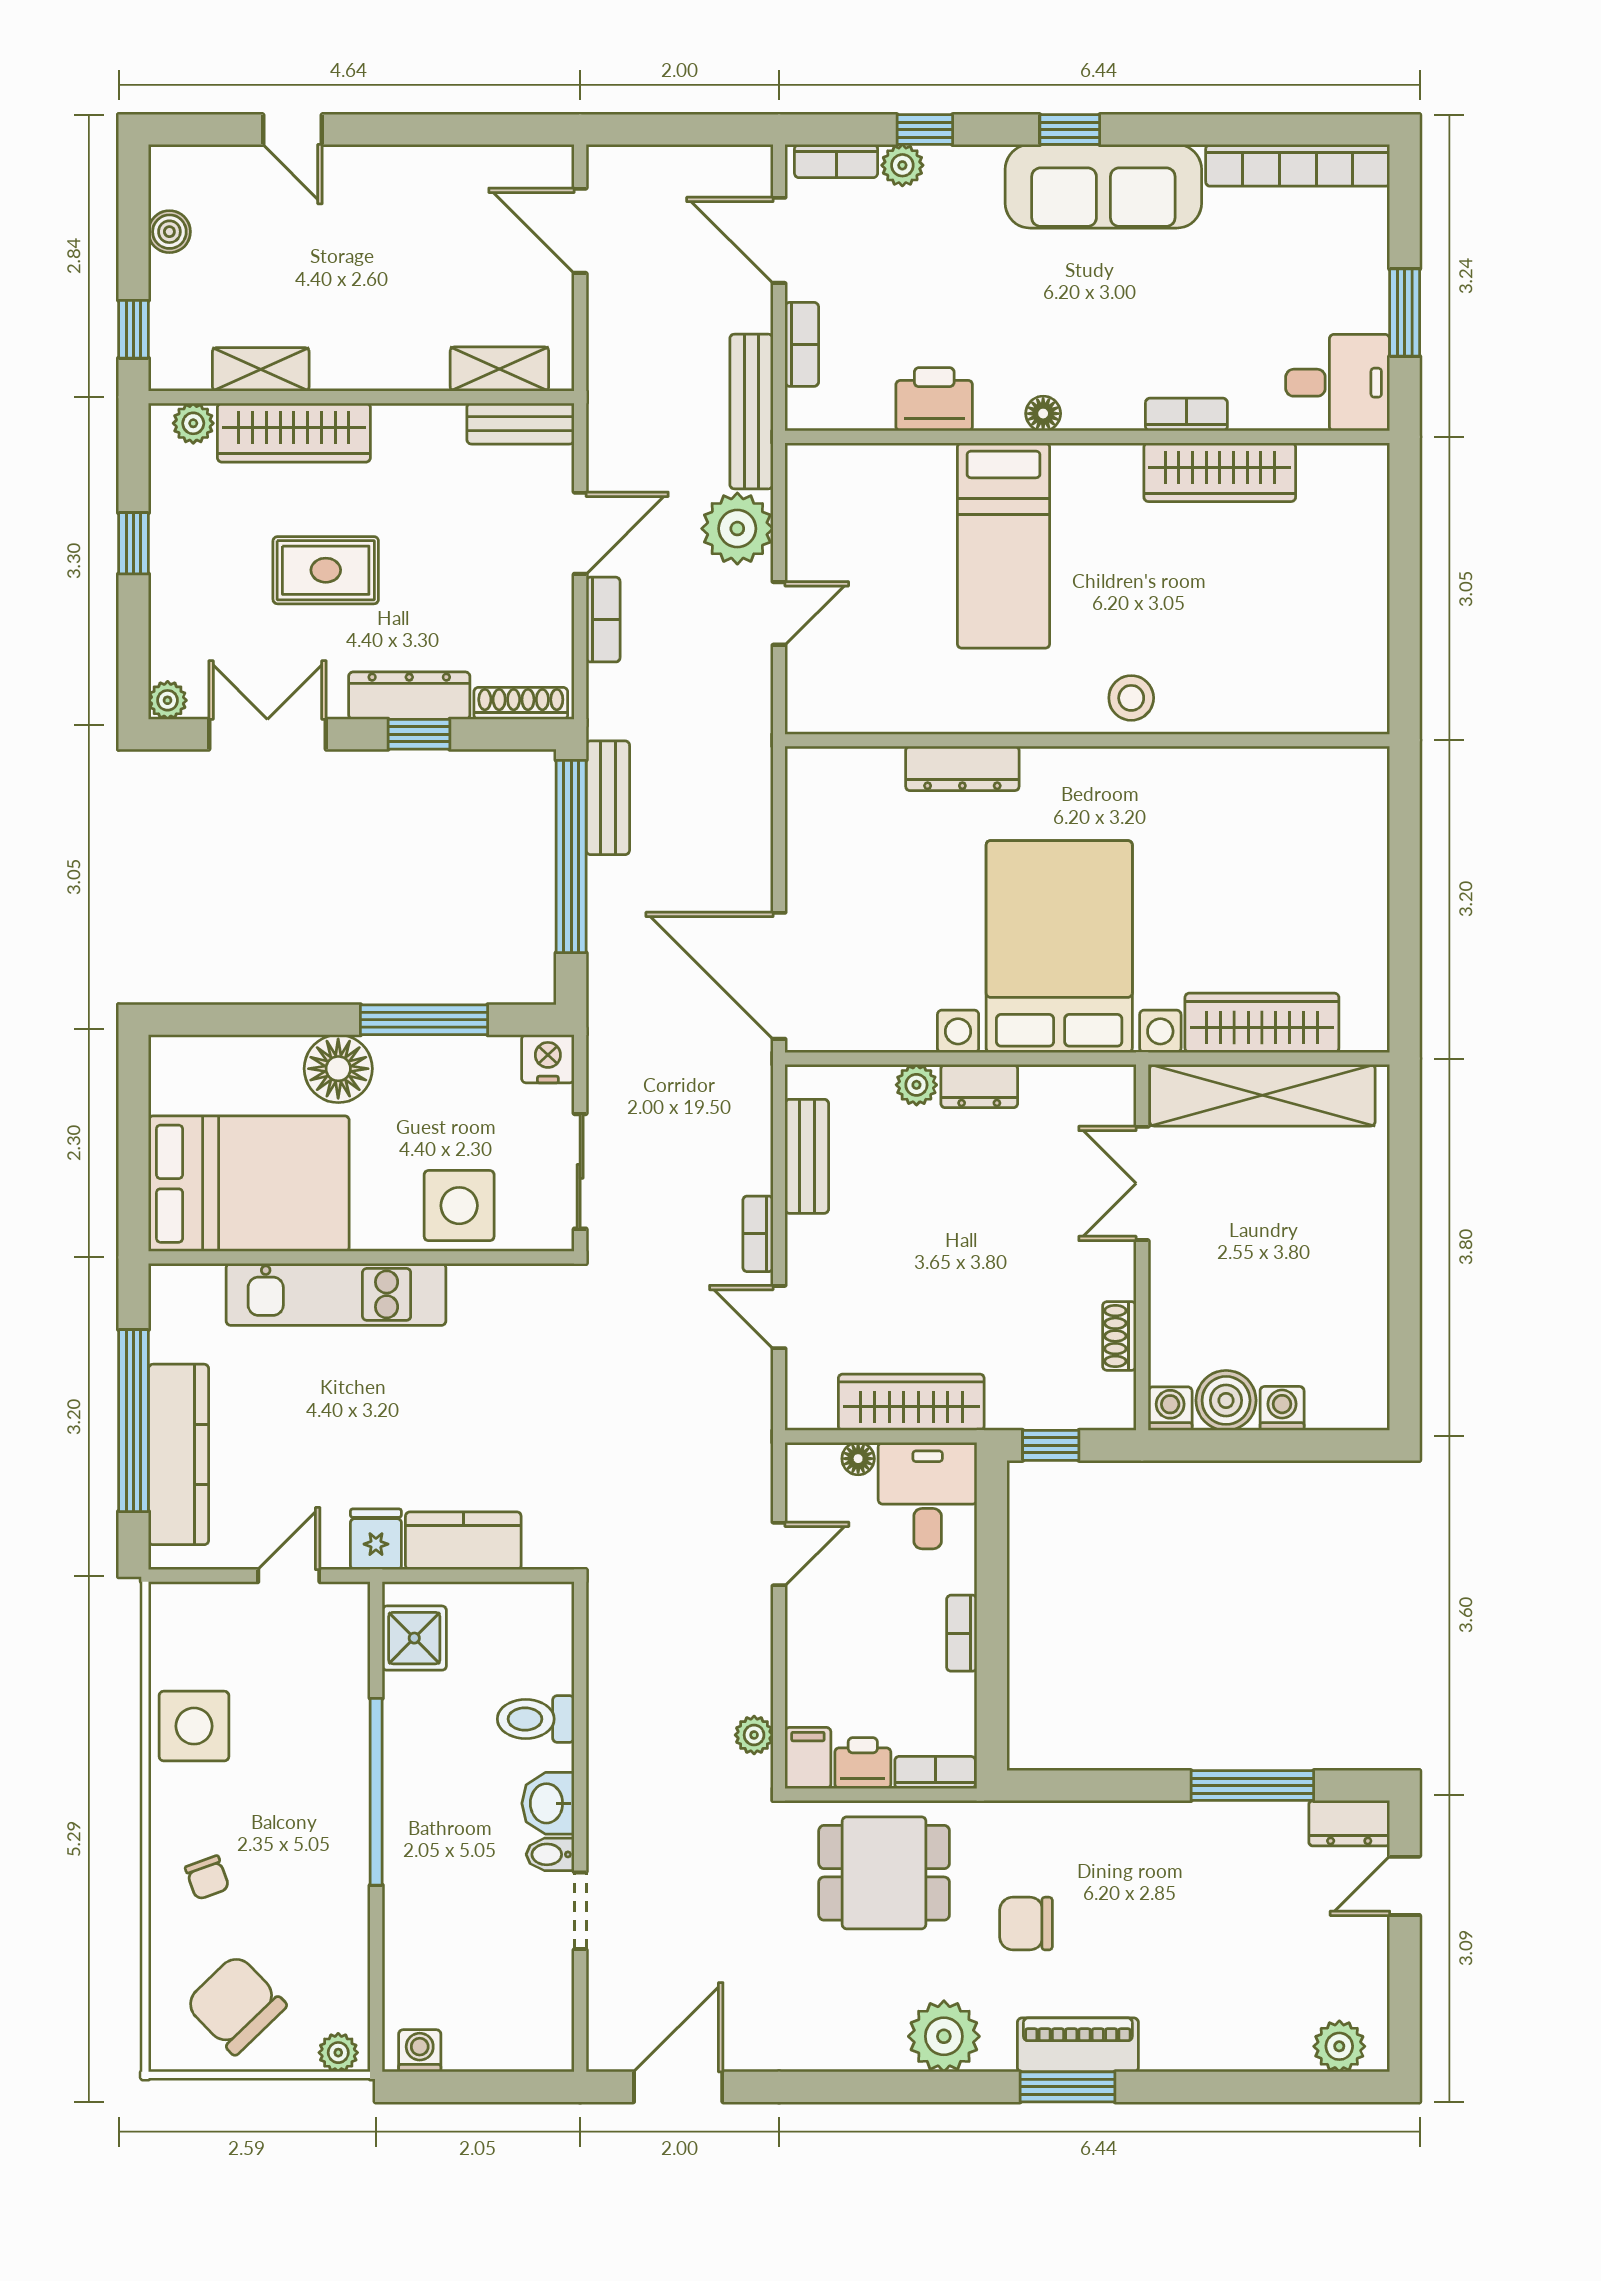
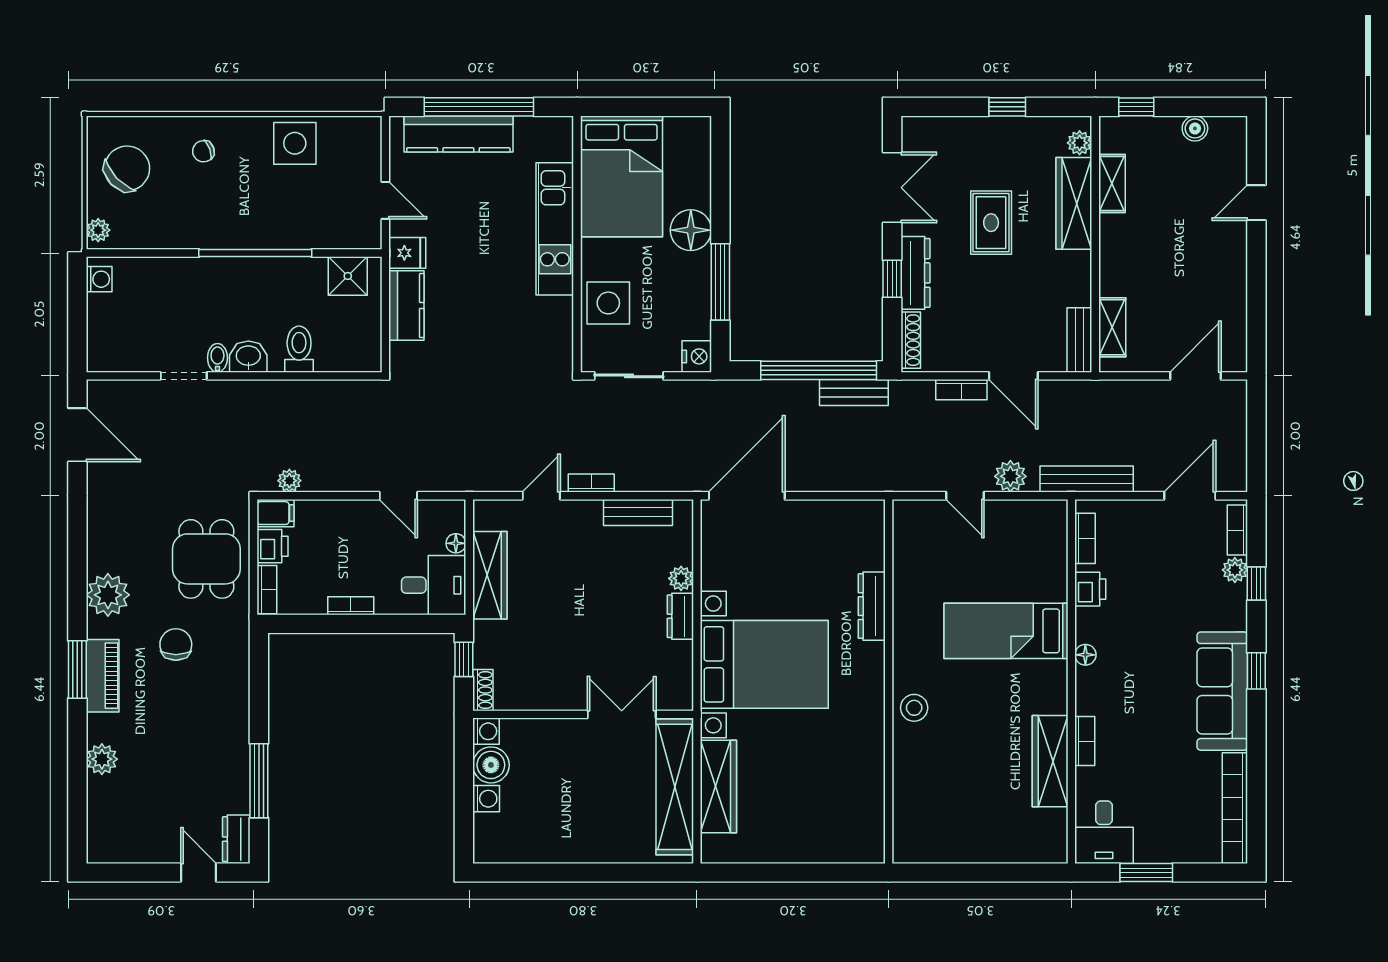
bookcase: (802, 344) -> (1085, 538), moved, turned -90
printer: (934, 399) -> (1090, 589), width x0.73, depth x0.81
plant: (737, 529) -> (1010, 476), width x0.73, depth x0.73
plant: (168, 700) -> (913, 127), removed
shoe rack: (1119, 1336) -> (483, 690), moved, turned 90
plant: (1339, 2046) -> (102, 759), moved

